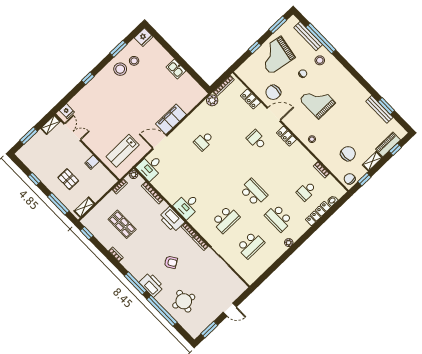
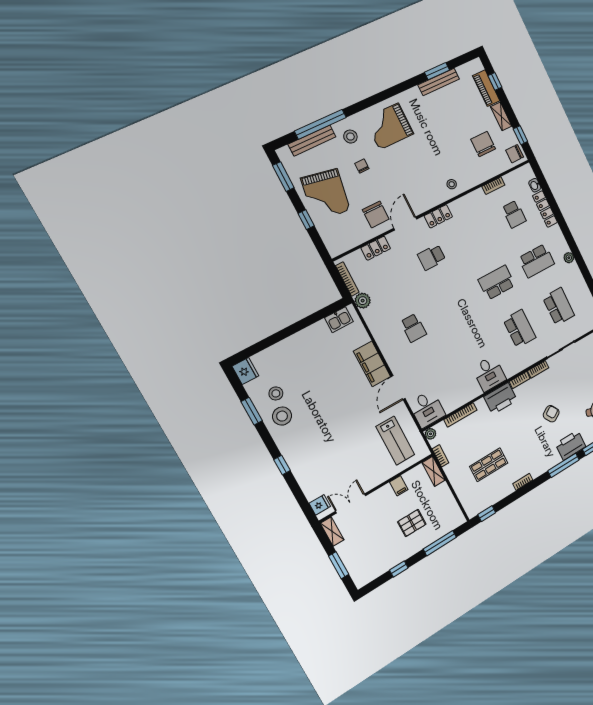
kitchen sink: (176, 69) -> (339, 320), moved
grand piano: (318, 101) -> (389, 126), moved
shelving: (84, 207) -> (434, 471), moved

